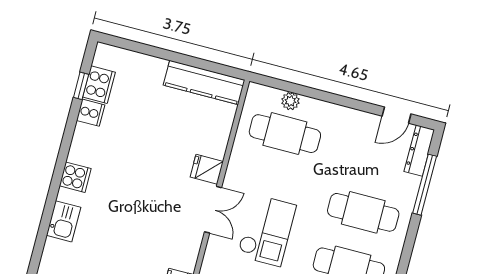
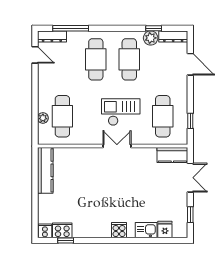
cooker: (91, 113) -> (45, 231), moved
fridge: (207, 169) -> (165, 229), moved, turned 180

